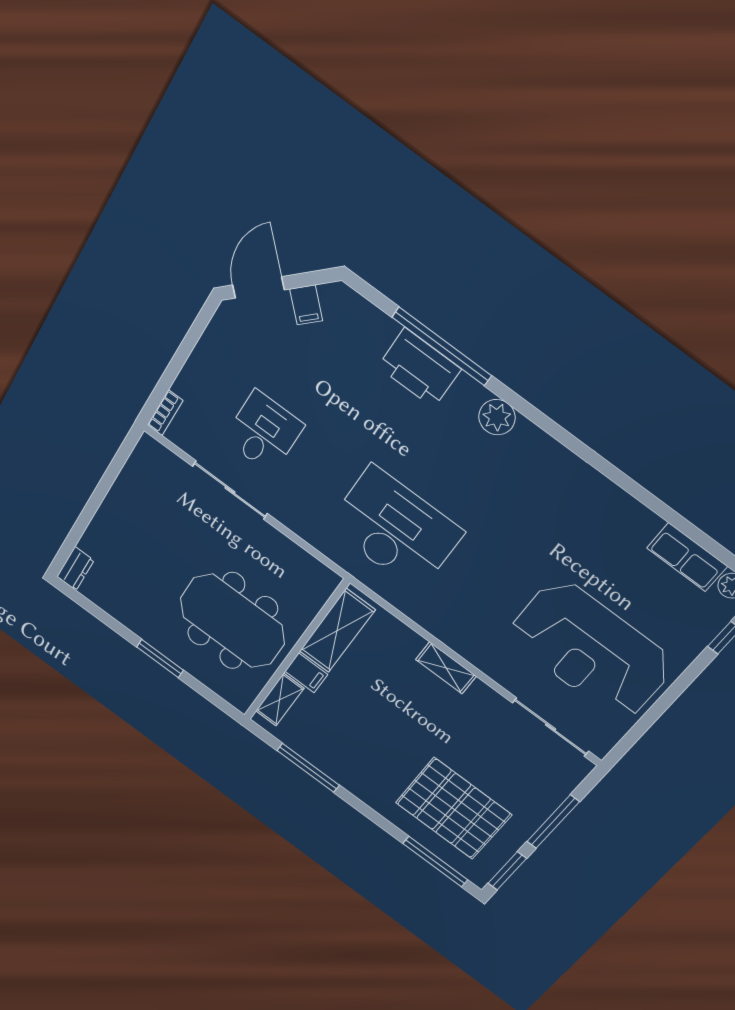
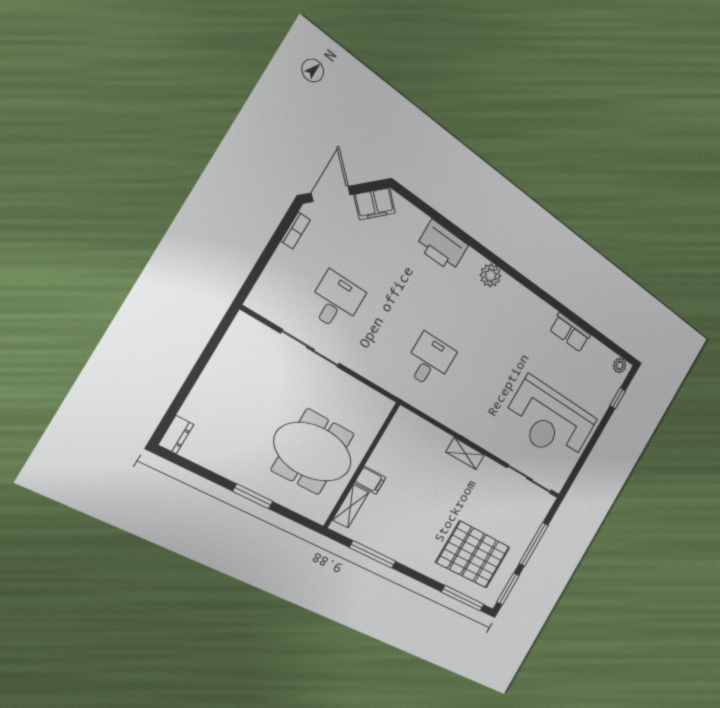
filing cabinet: (306, 305) -> (375, 204), width x2.00
window: (442, 346) -> (456, 231), removed
bookcase: (165, 413) -> (295, 230), moved
desk: (395, 529) -> (430, 361), width x0.53, depth x0.77
row of seats: (687, 557) -> (570, 332), moved
shelving: (337, 631) -> (392, 443), removed

